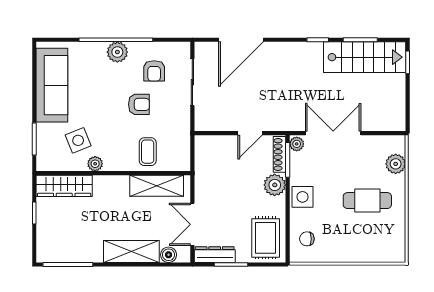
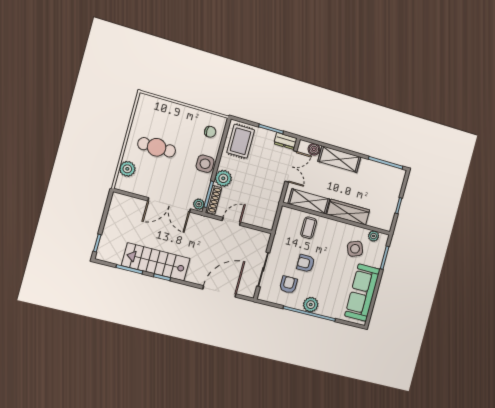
stairs: (365, 57) -> (156, 262), moved
plant: (95, 164) -> (374, 236), moved
wardrobe: (64, 186) -> (348, 212), moved
dresser: (215, 255) -> (285, 141), width x0.70

